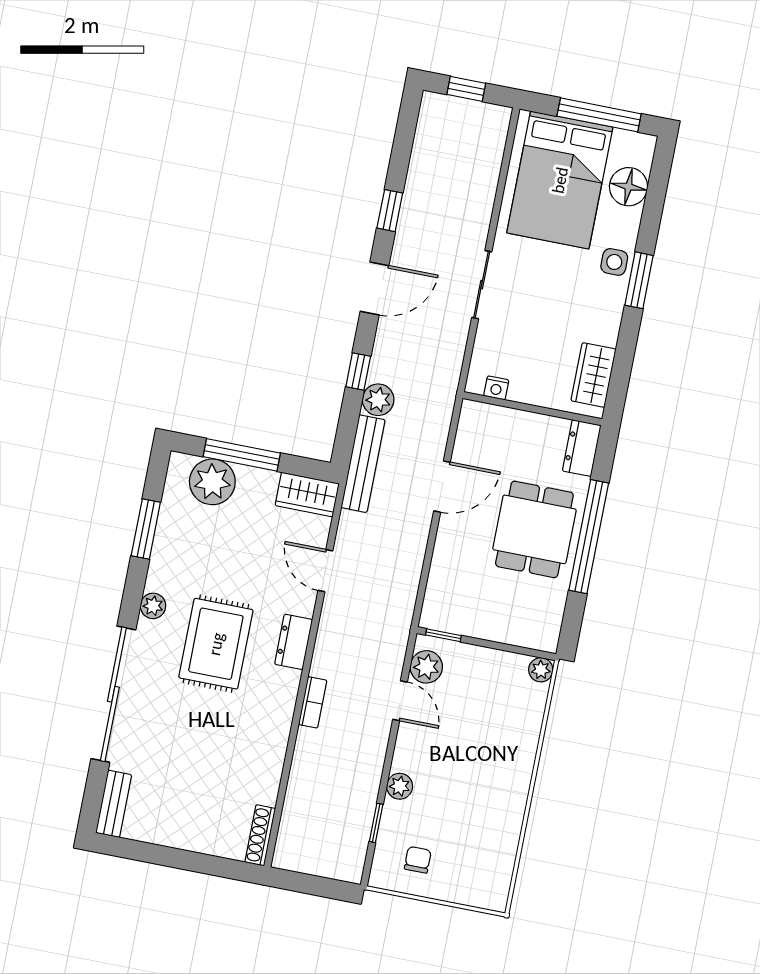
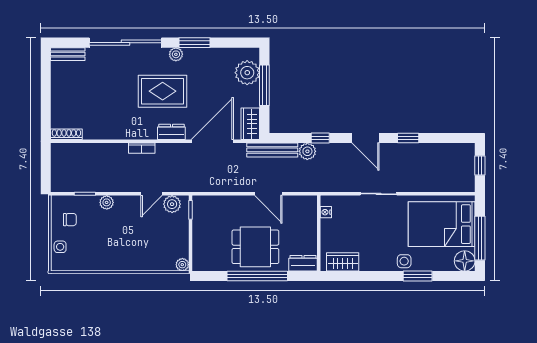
floor lamp: (629, 187) -> (465, 261), moved
window: (639, 280) -> (418, 276), moved
window: (146, 529) -> (195, 43), moved
door: (325, 571) -> (212, 141), width x1.88
side table: (464, 887) -> (60, 247), added

